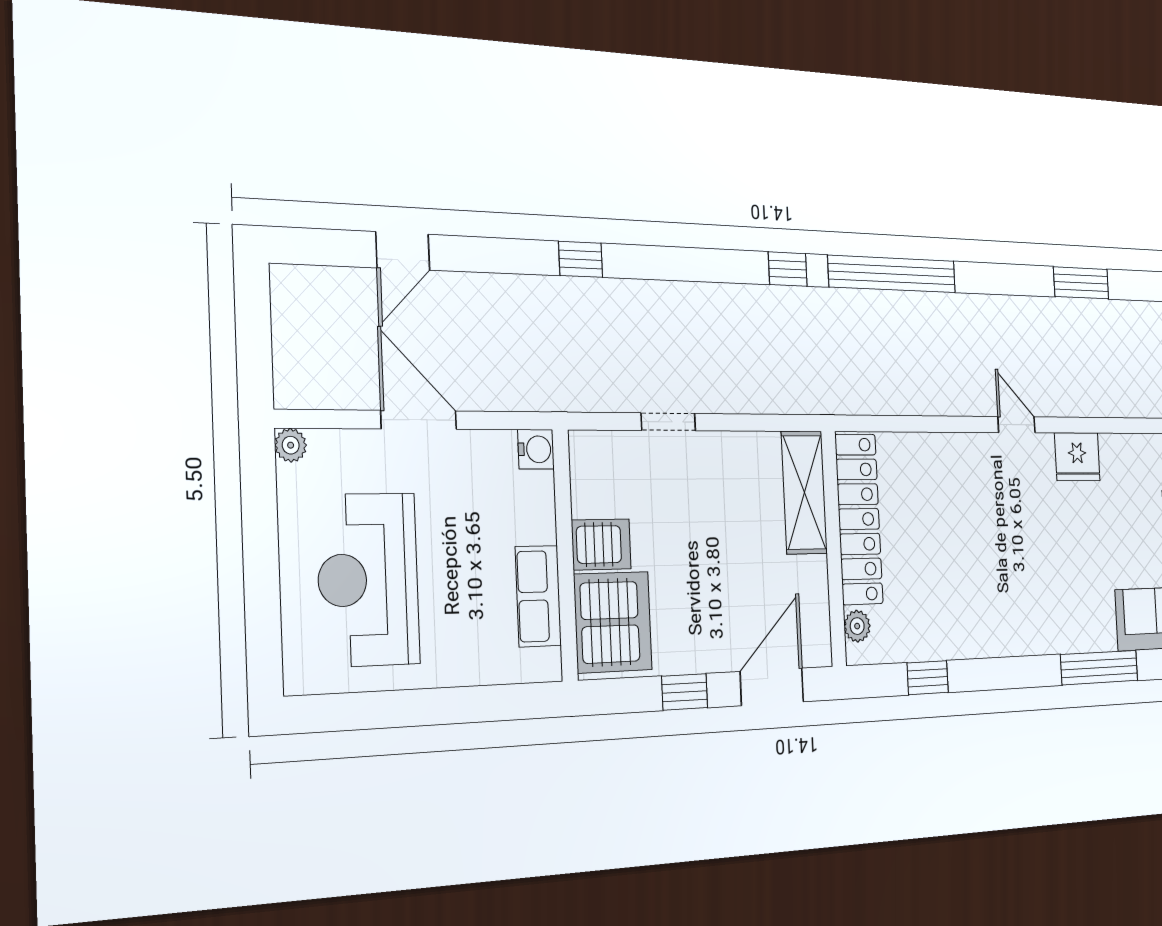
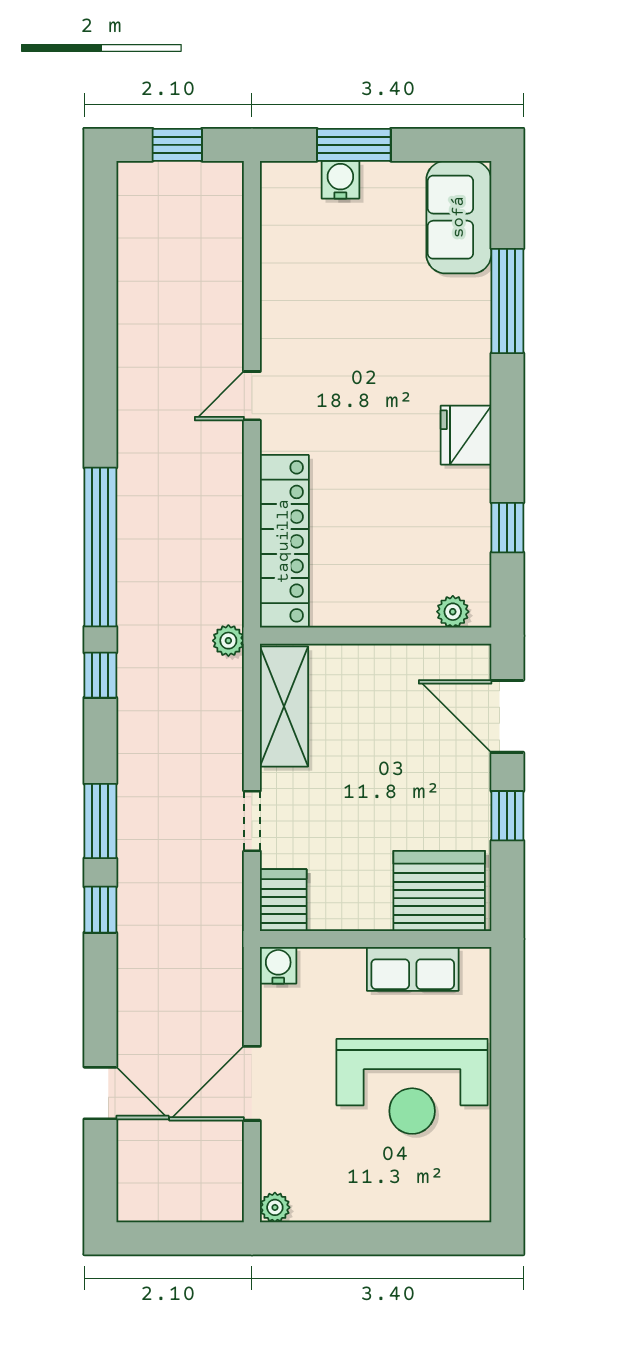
window: (1081, 283) -> (100, 821), moved
plant: (823, 399) -> (228, 641), added
fridge: (1077, 457) -> (466, 435), moved, turned 180
shelving: (804, 492) -> (284, 707), moved, turned 90
locker: (859, 519) -> (284, 541), moved, turned 90
server rack: (601, 544) -> (283, 900), moved
reception desk: (368, 580) -> (412, 1086), moved

